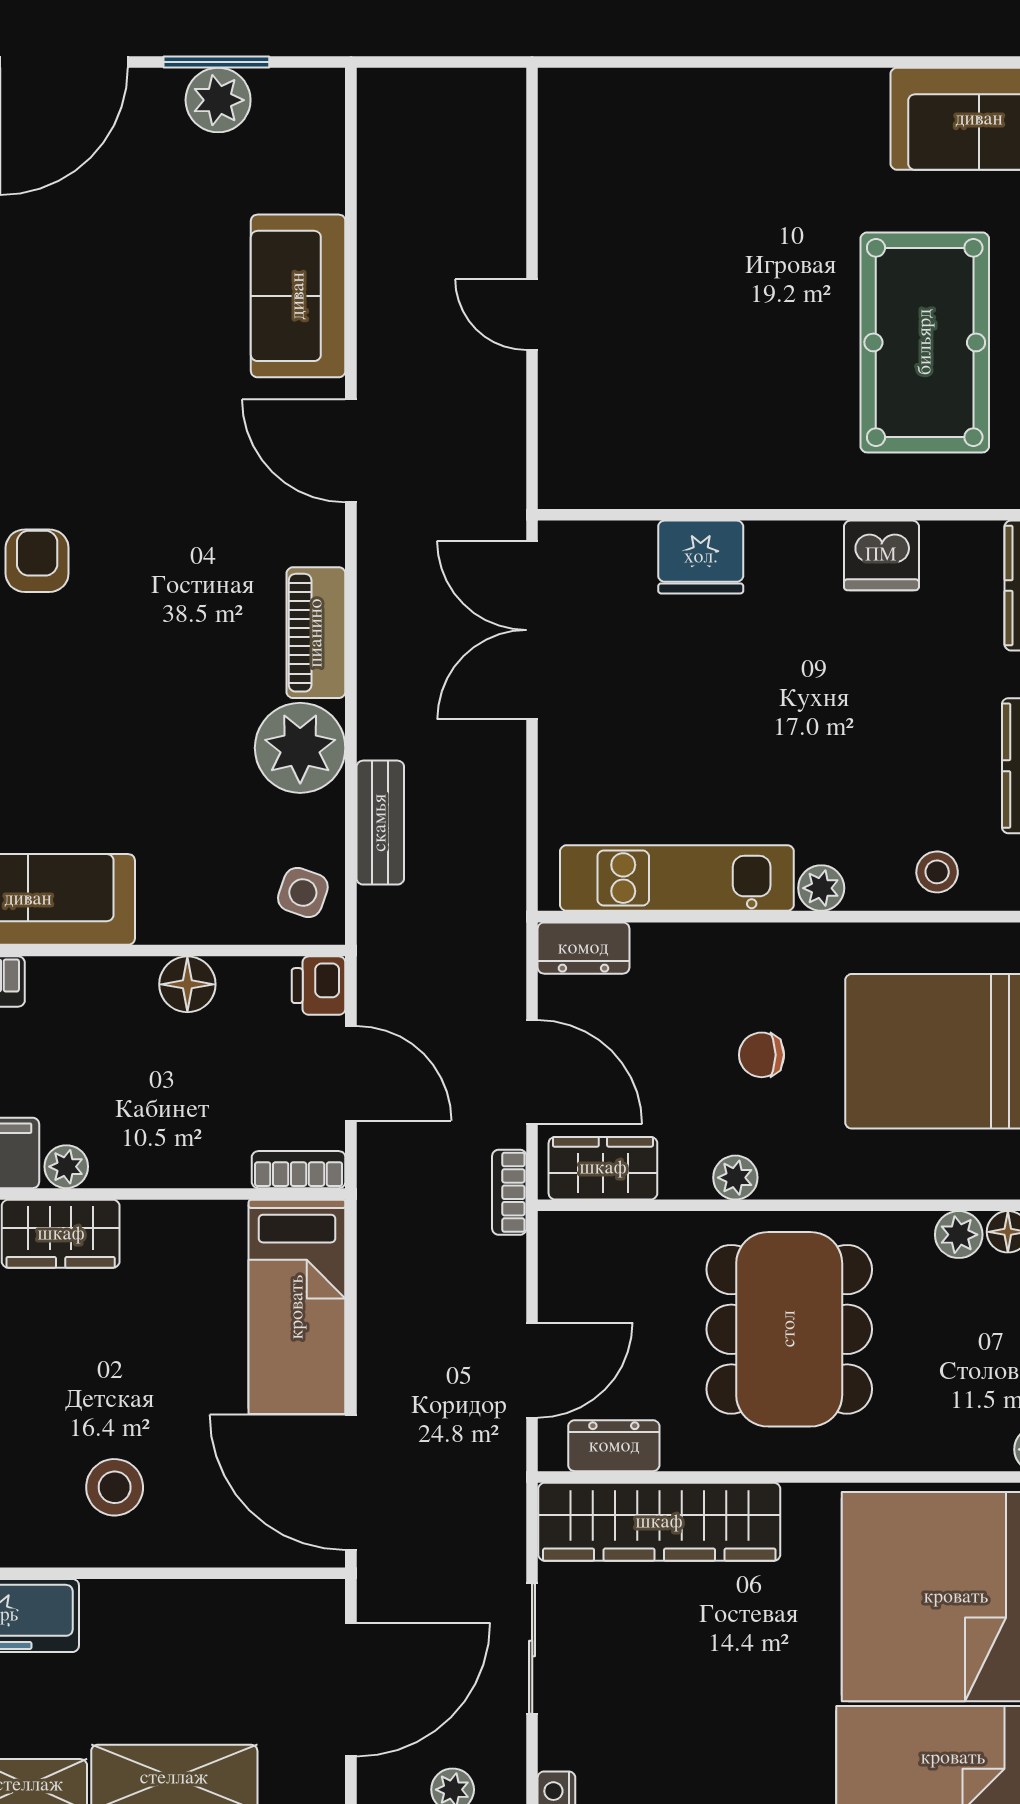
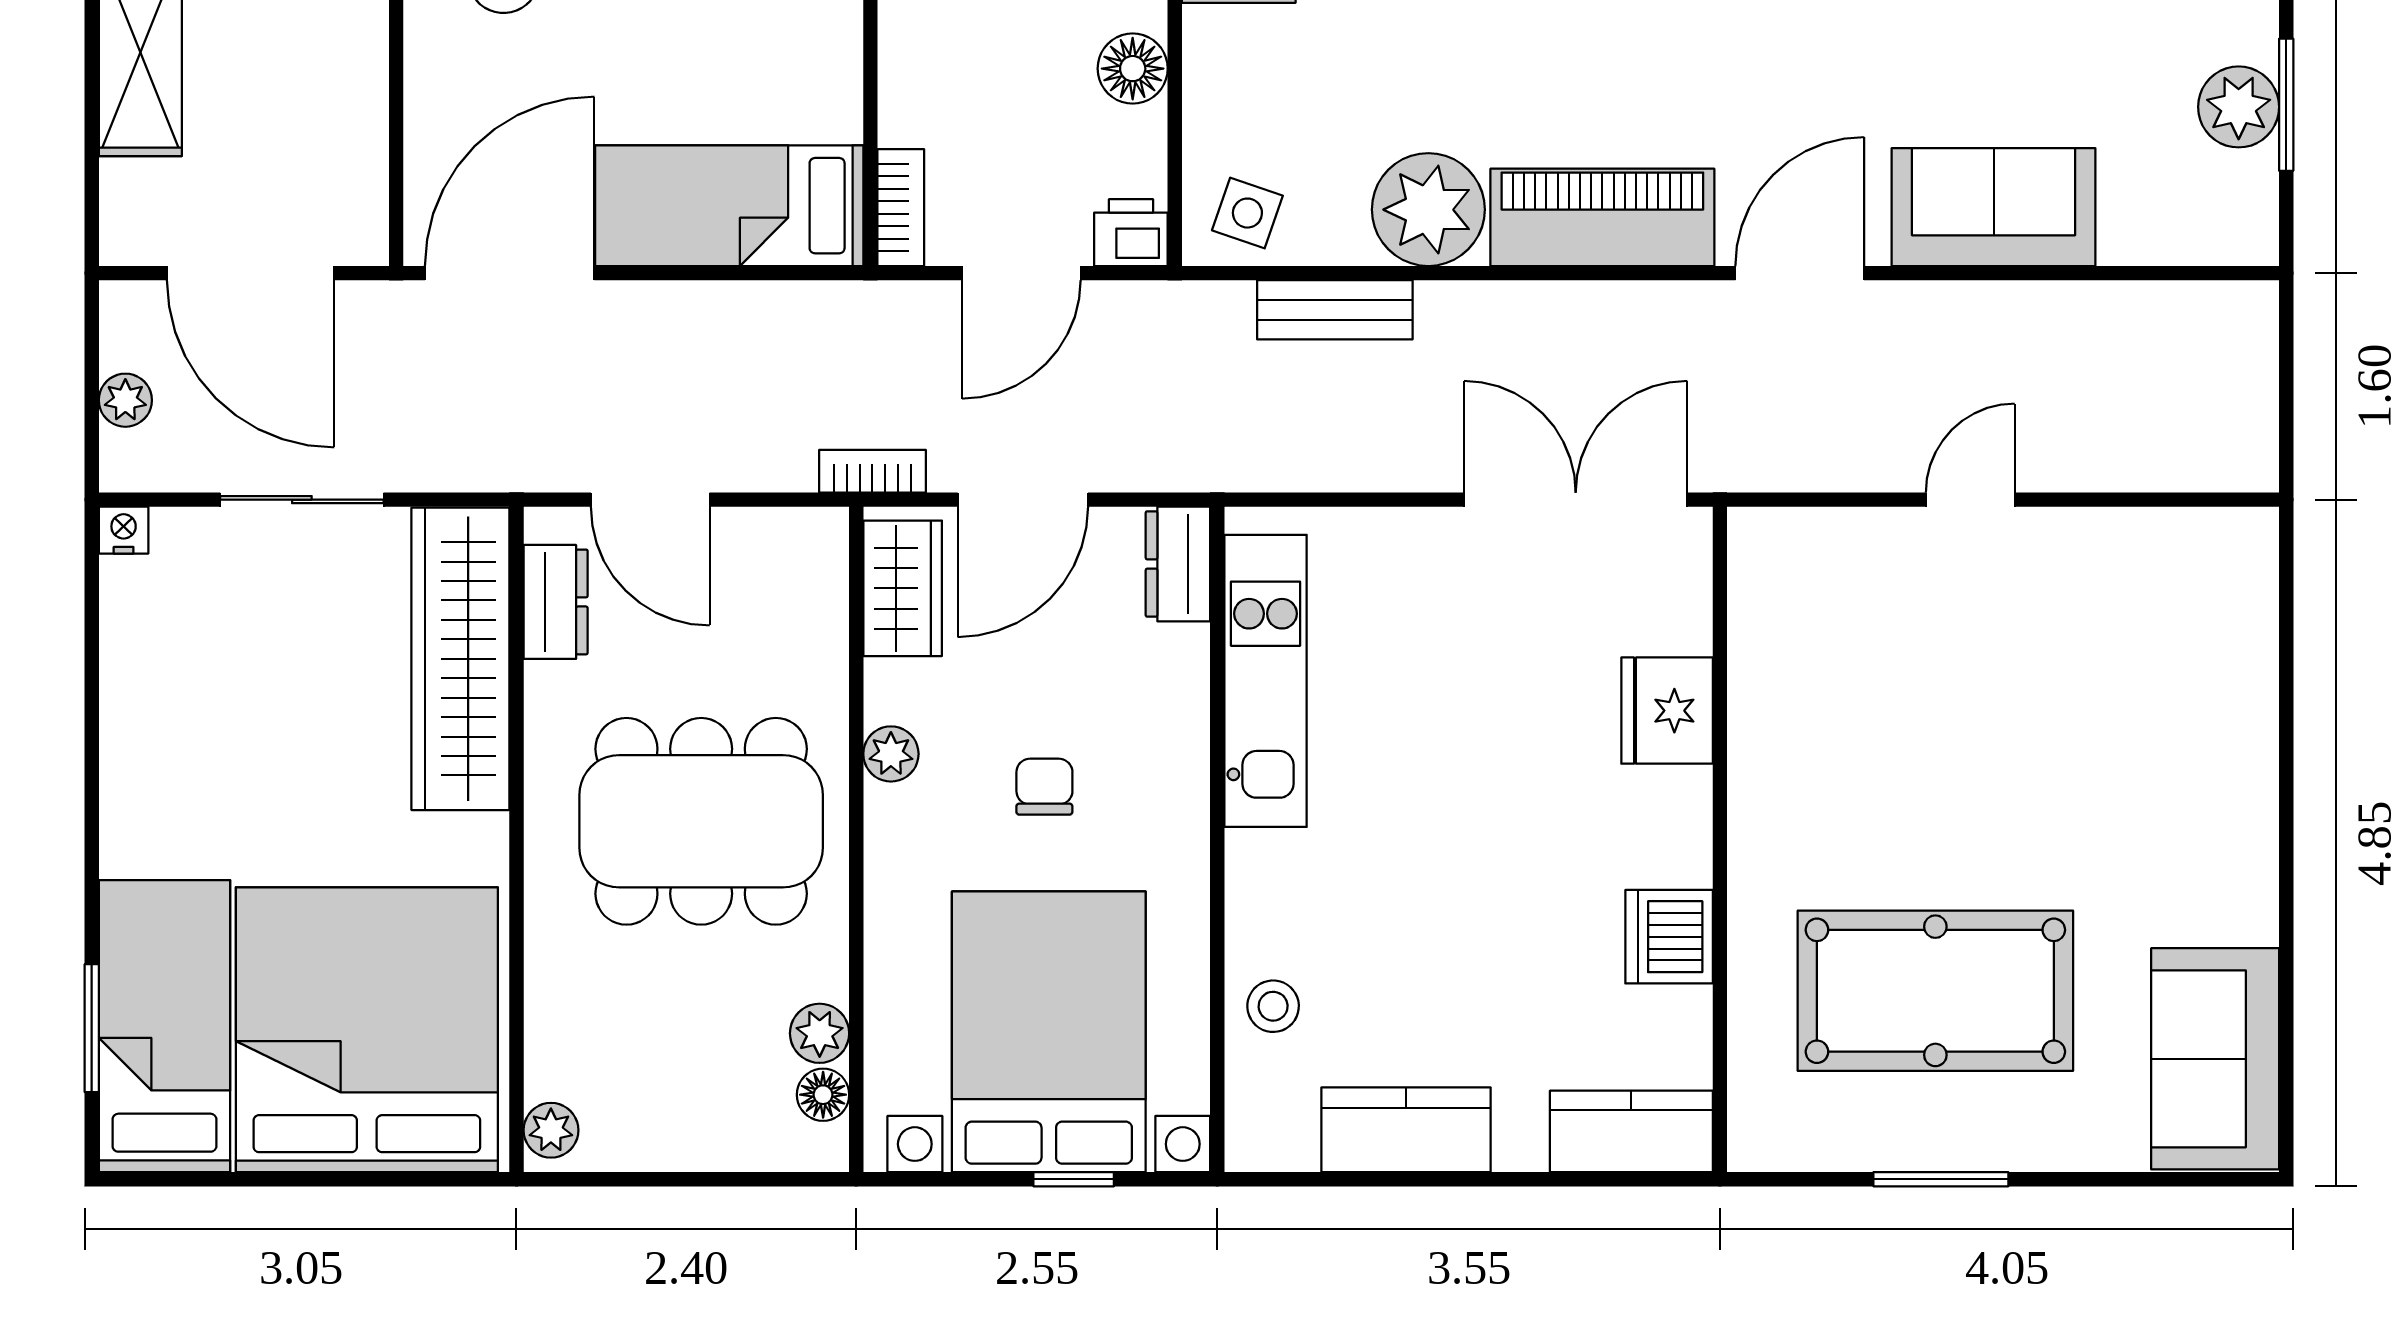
piano: (316, 633) -> (1602, 217), width x1.37, depth x1.33
plant: (821, 888) -> (1253, 861), removed

